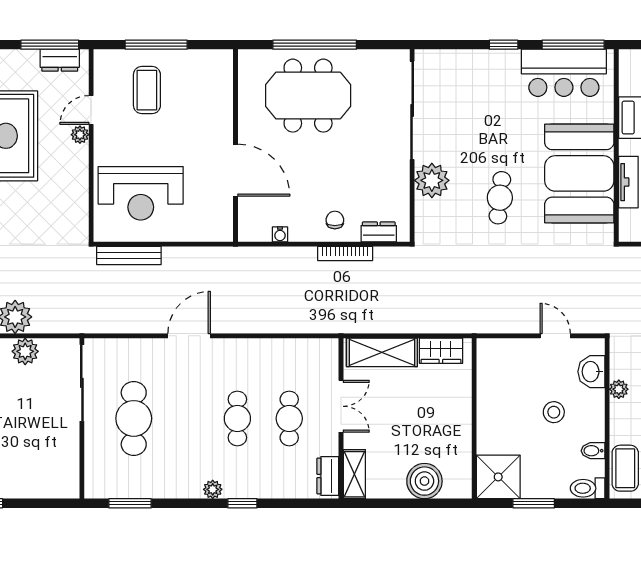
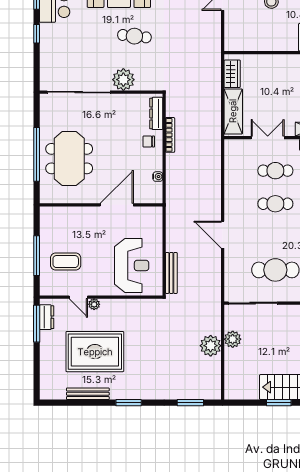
dresser: (379, 232) -> (156, 113), width x1.44

